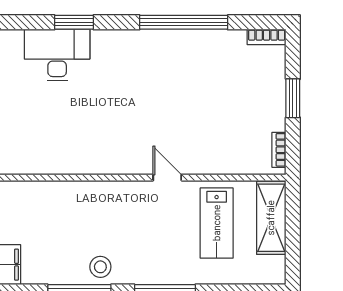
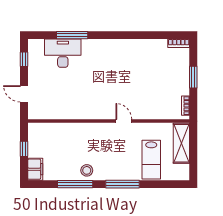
window: (74, 22) -> (72, 35), width x1.44
window: (184, 22) -> (133, 35), removed
lab bench: (217, 223) -> (151, 160), moved

